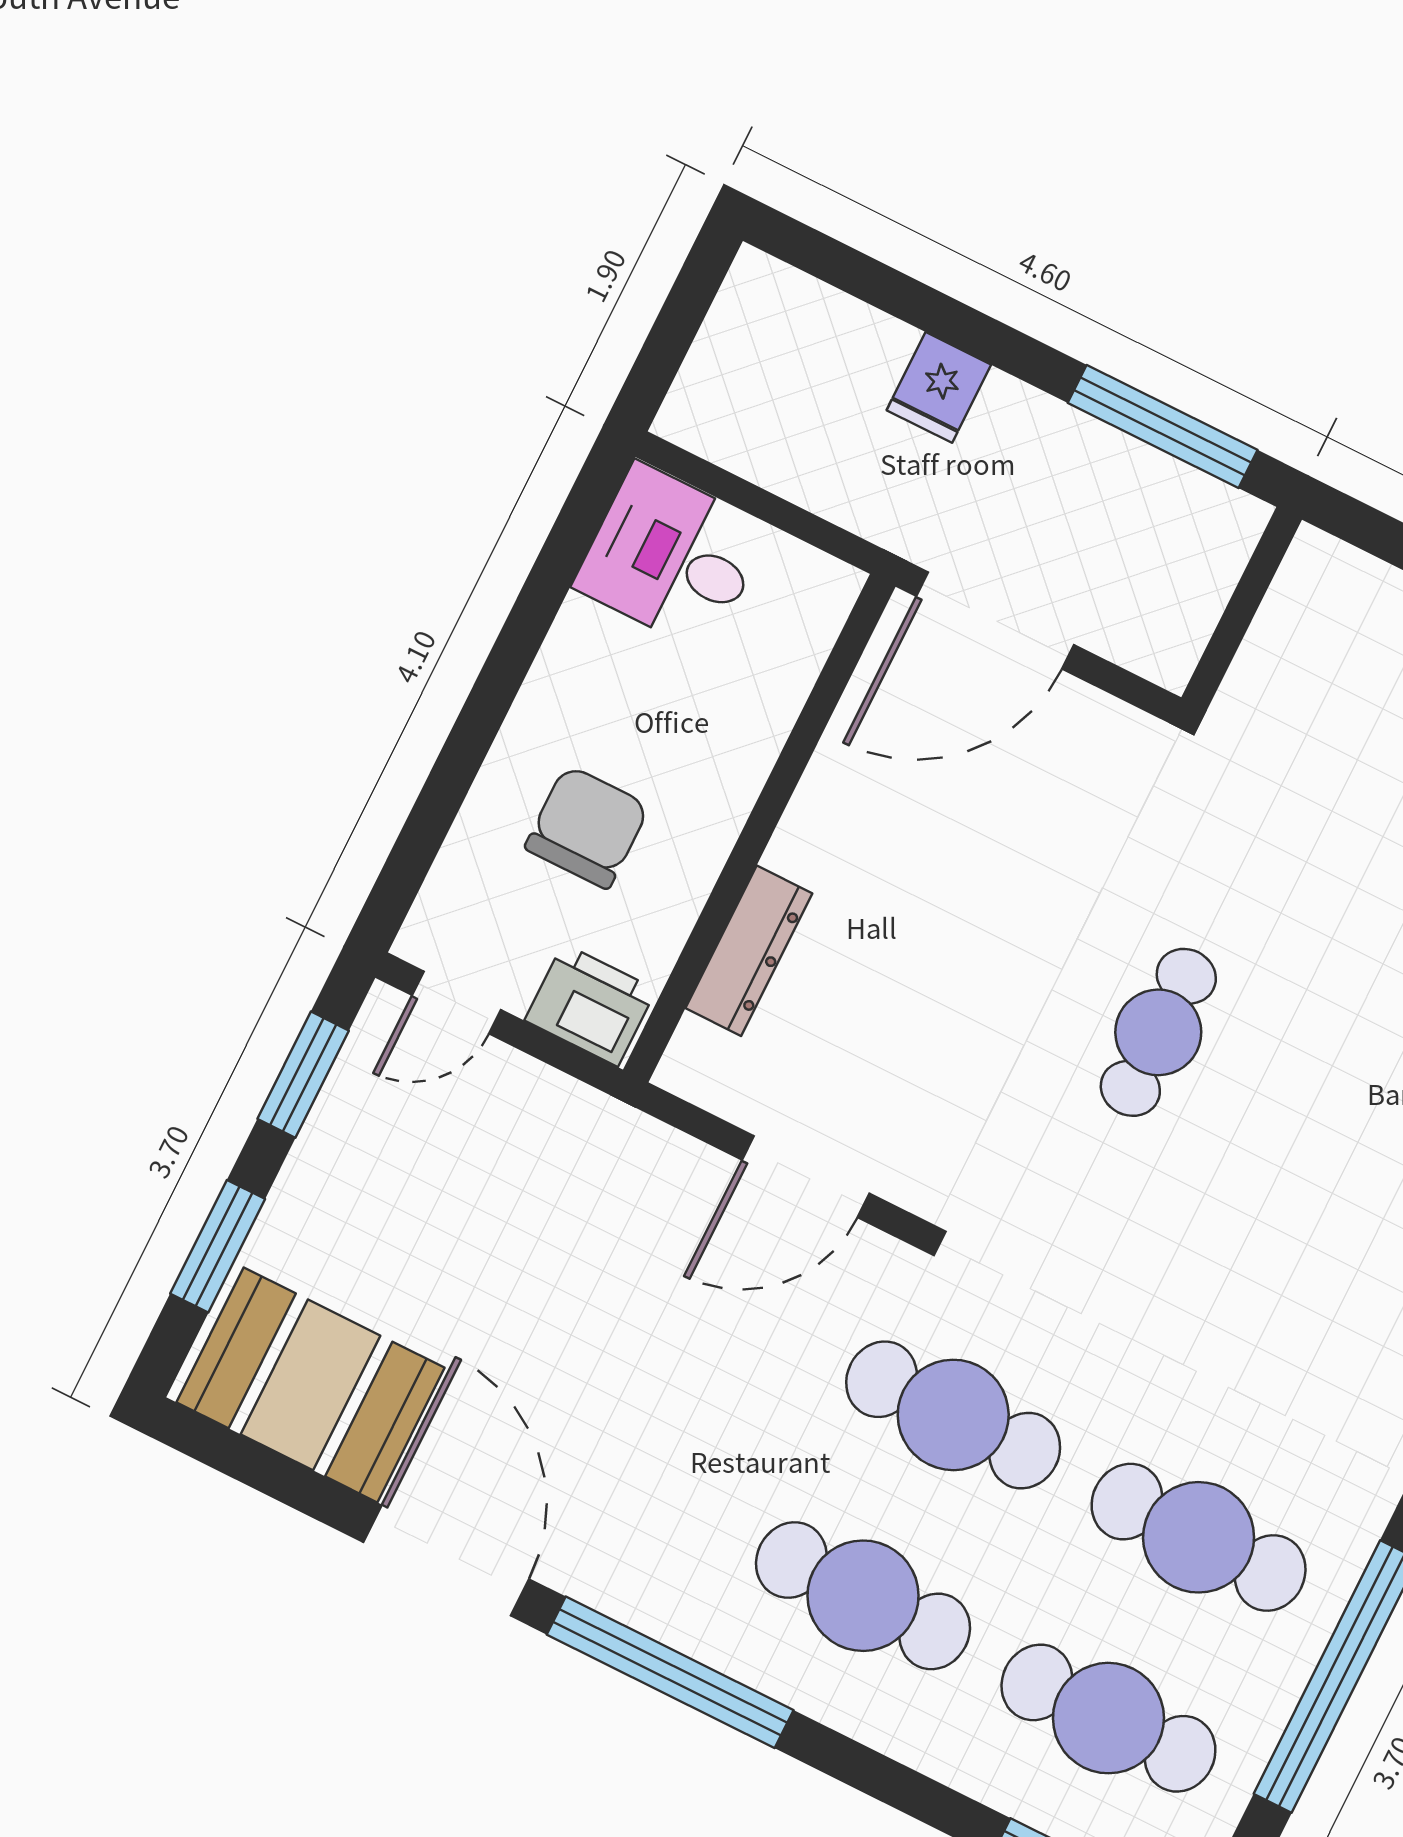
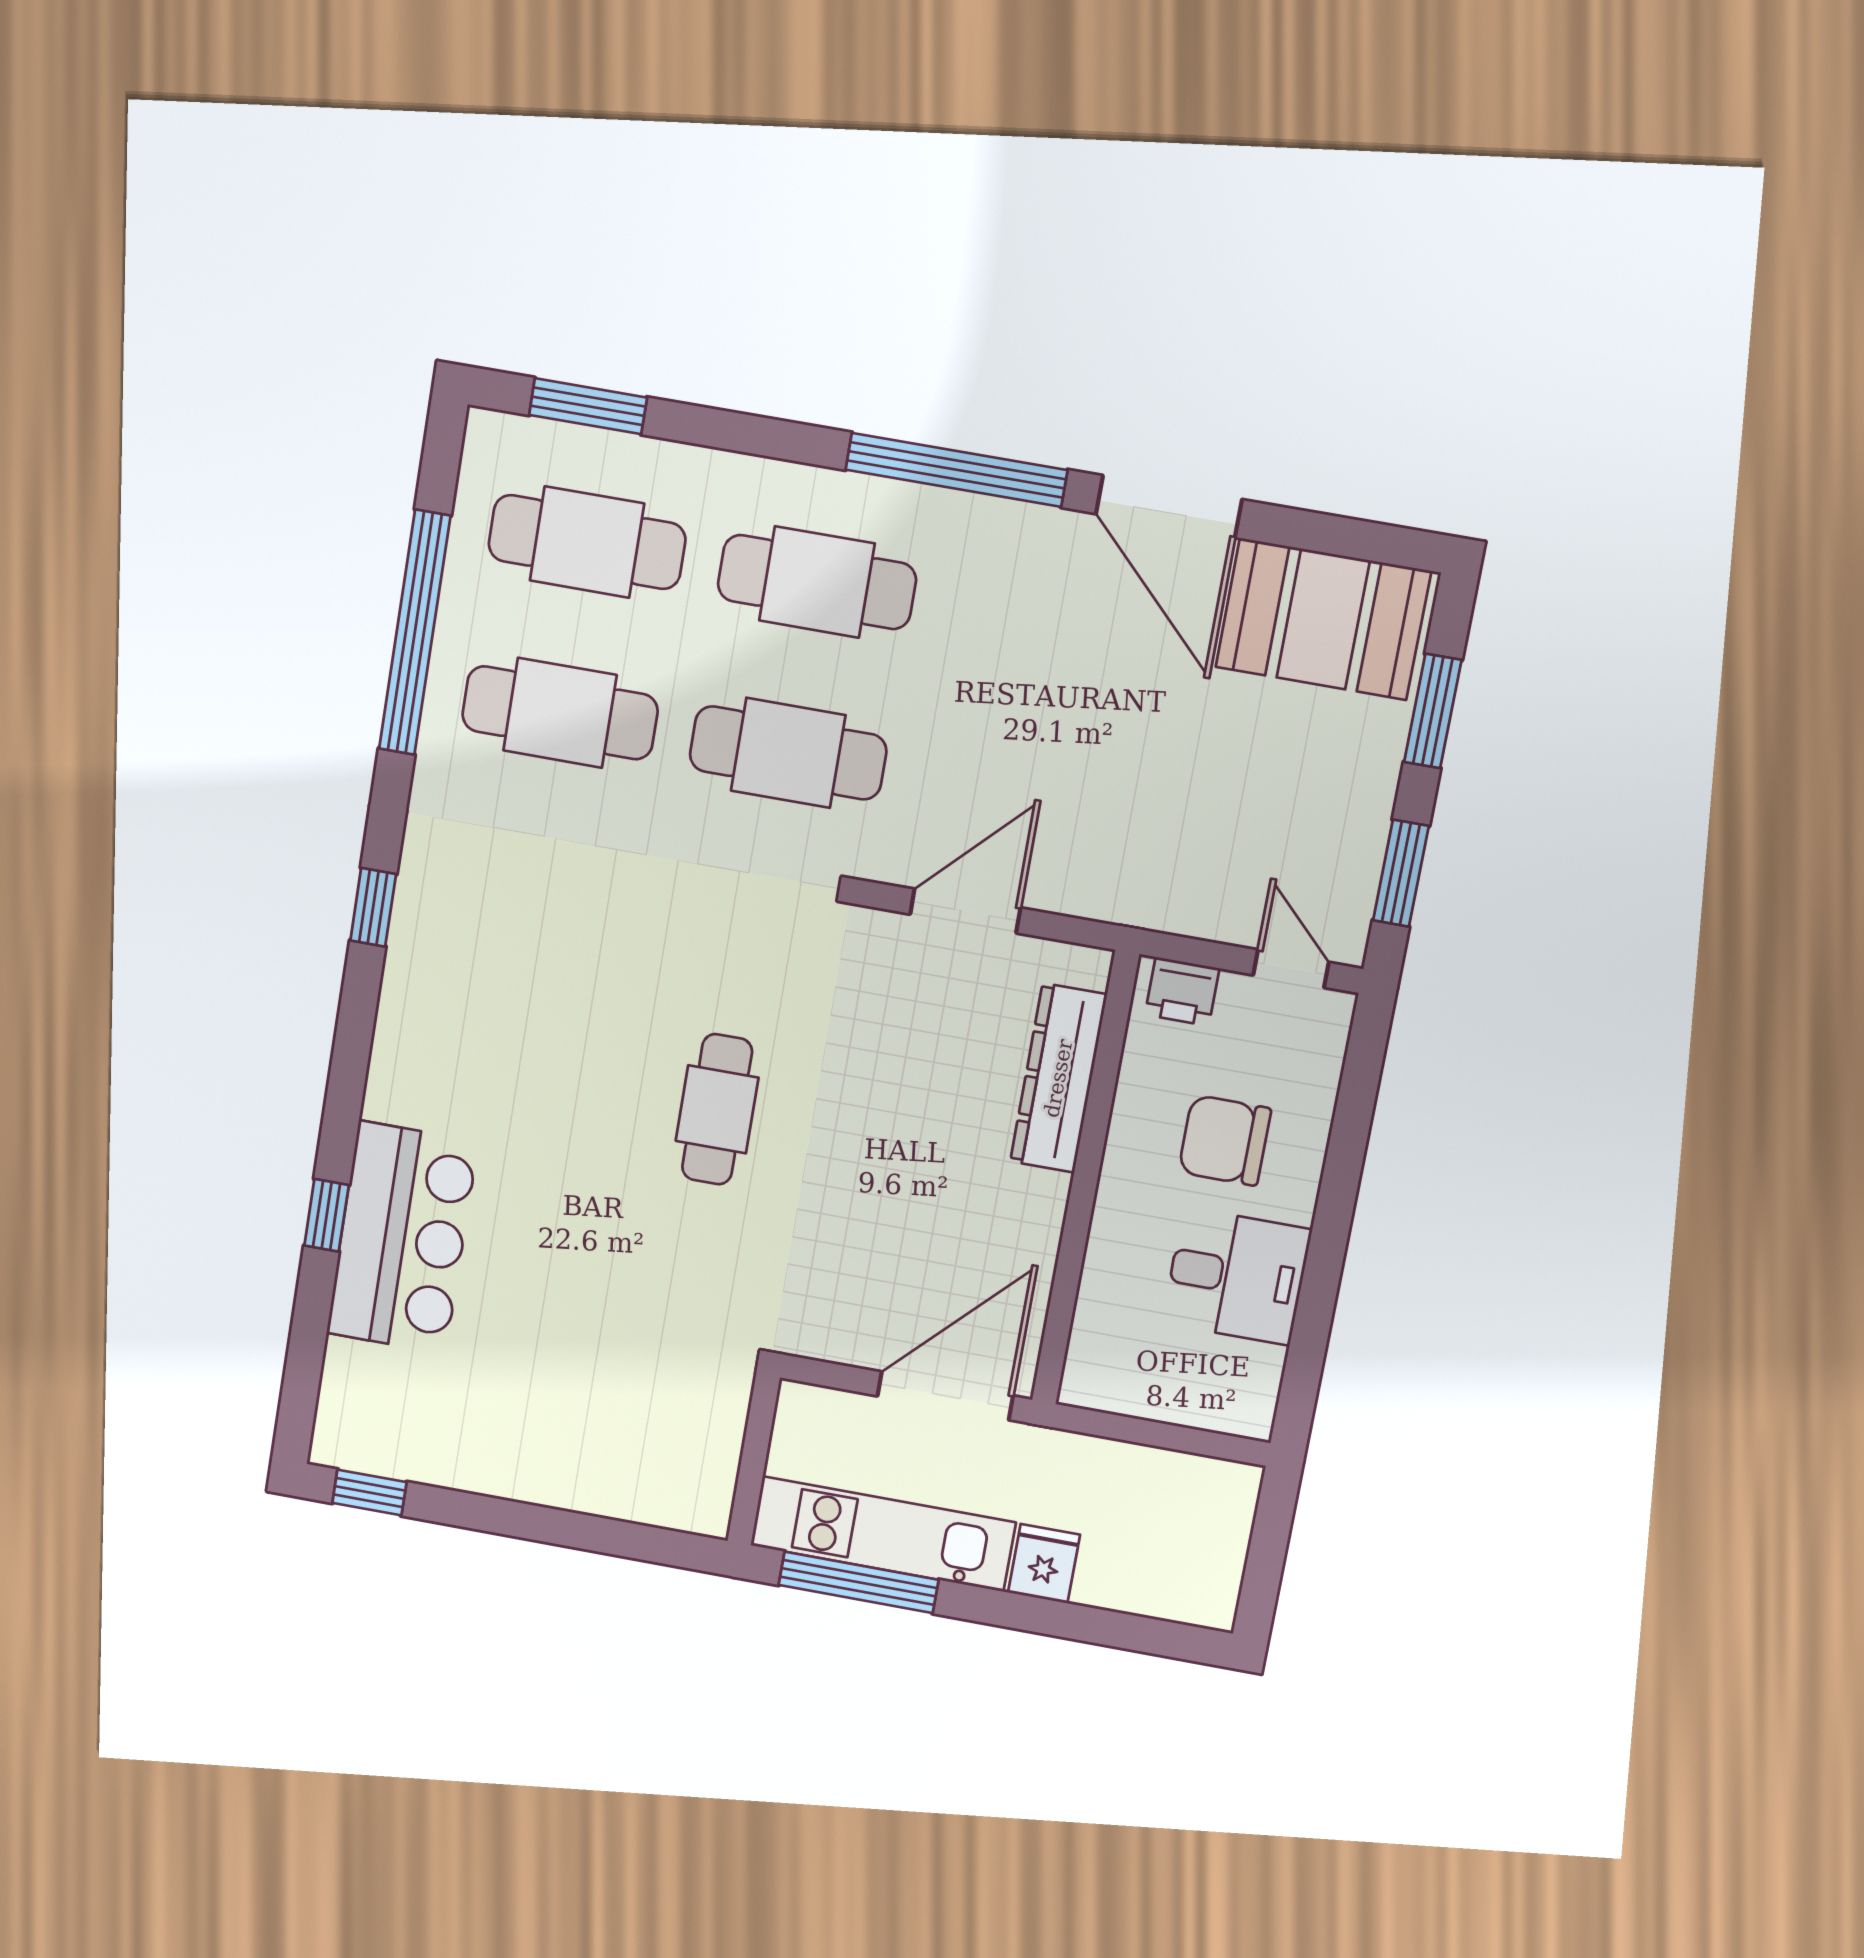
kitchen unit: (1117, 477) -> (883, 1534), added
desk: (672, 557) -> (1237, 1276), moved
chair: (587, 827) -> (1225, 1140), turned 90
dresser: (749, 951) -> (1058, 1078), width x1.37, depth x1.24
door: (456, 1002) -> (1291, 969), hinge flipped
printer: (590, 1005) -> (1182, 991), width x0.73, depth x0.81

